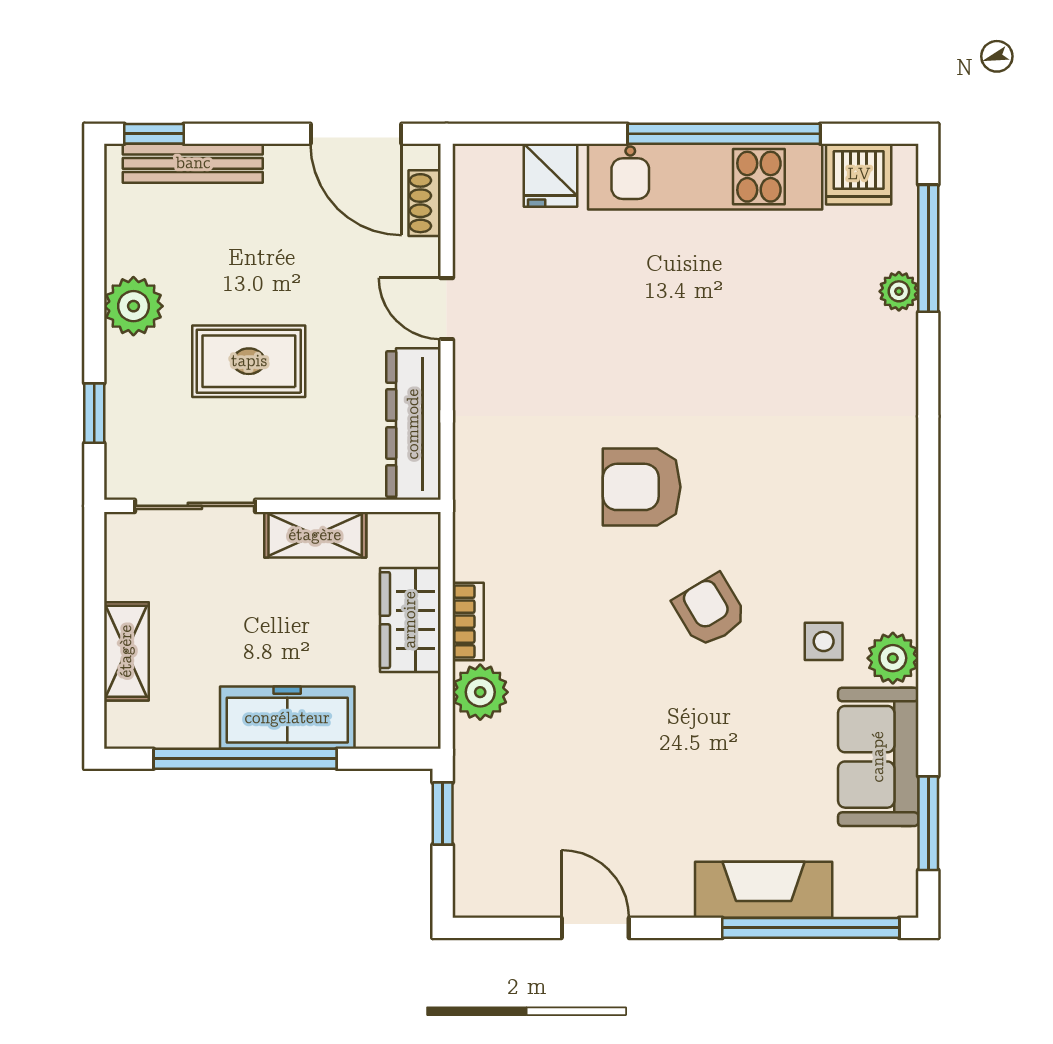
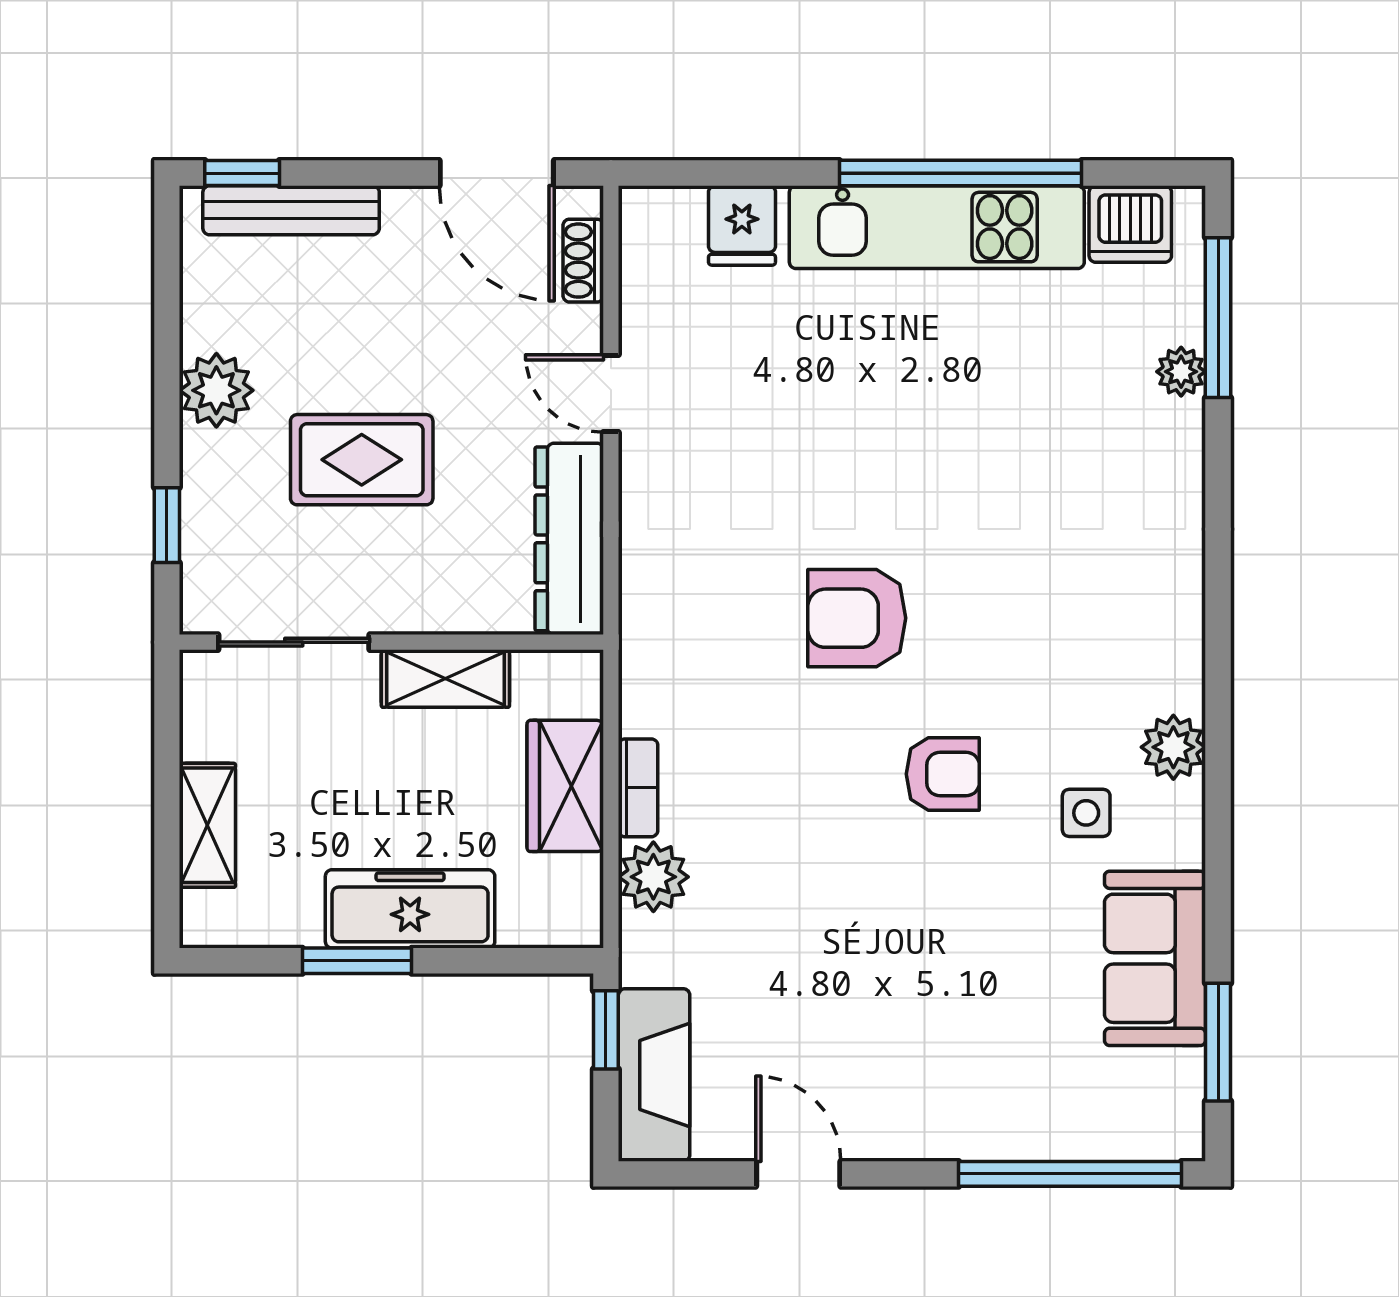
armchair: (710, 611) -> (943, 774), turned 121
plant: (893, 658) -> (1173, 747), moved
window: (245, 759) -> (357, 961), width x0.47
fireplace: (764, 890) -> (654, 1075), moved, turned 90

